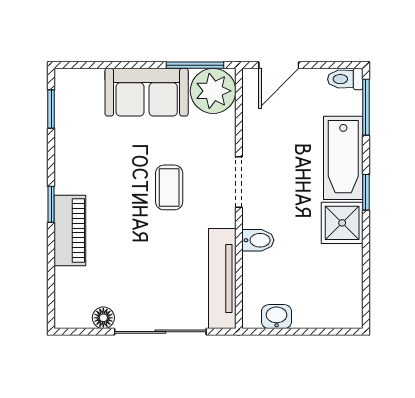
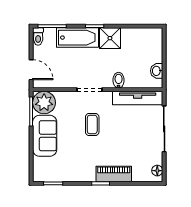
coffee table: (169, 187) -> (92, 124), turned 90
floor lamp: (103, 318) -> (157, 171), moved

